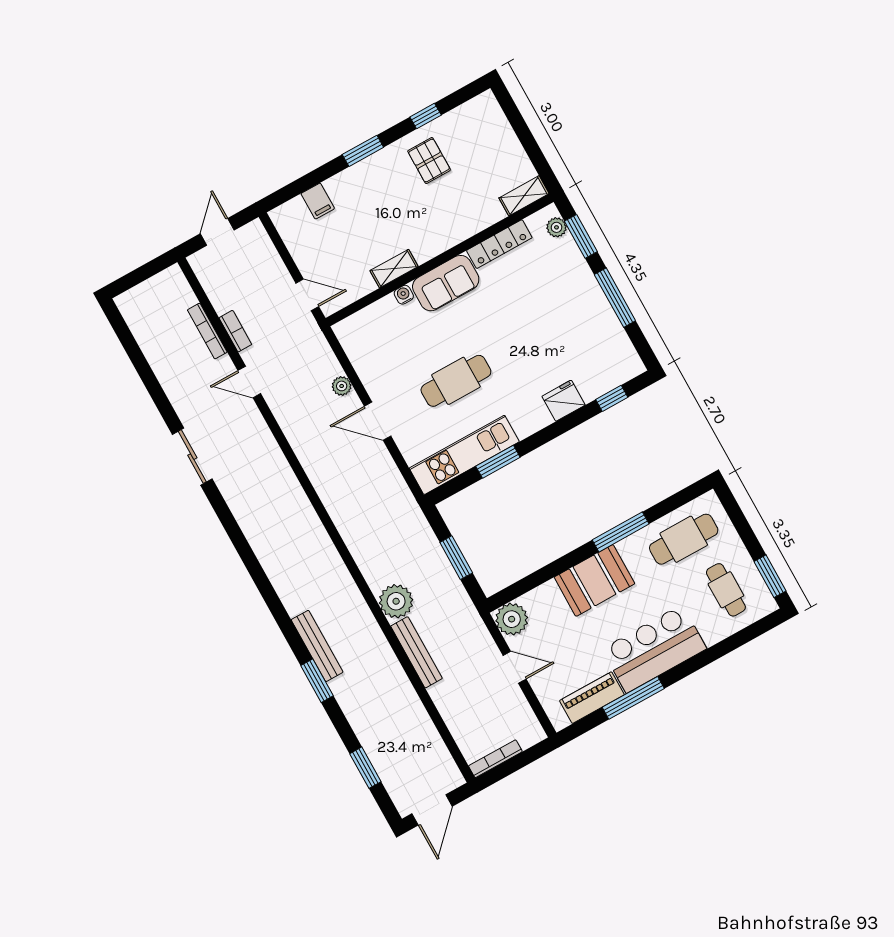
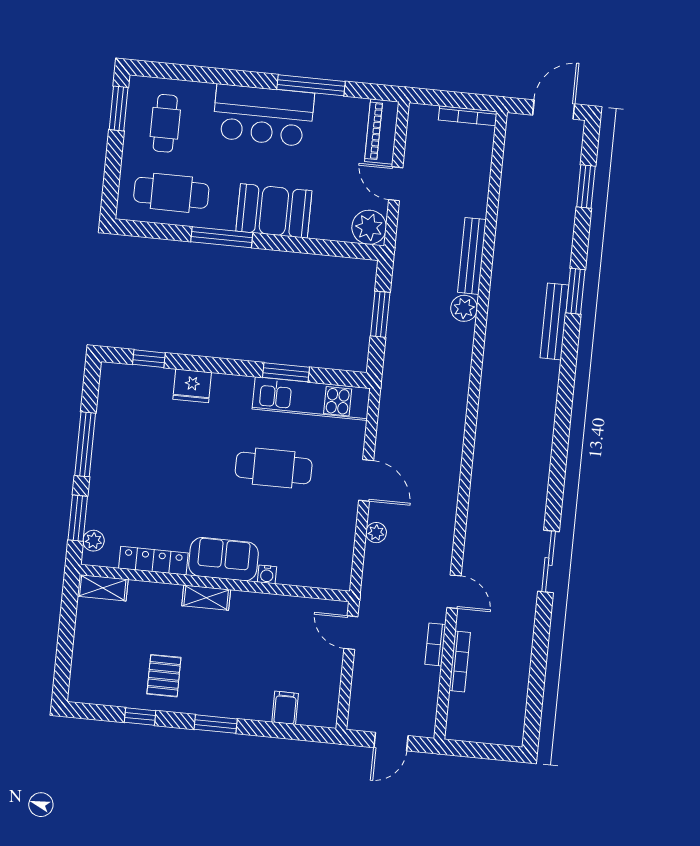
shelving: (394, 269) -> (206, 598), moved
plant: (396, 601) -> (464, 308), width x0.73, depth x0.73
piano: (592, 698) -> (382, 132), moved, turned 90

